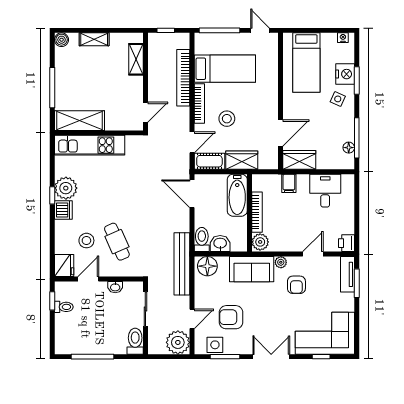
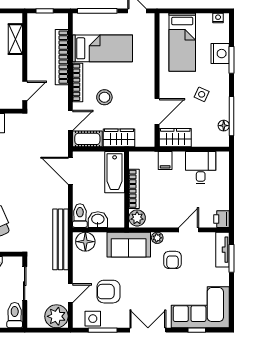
side table: (338, 99) -> (202, 94), moved

